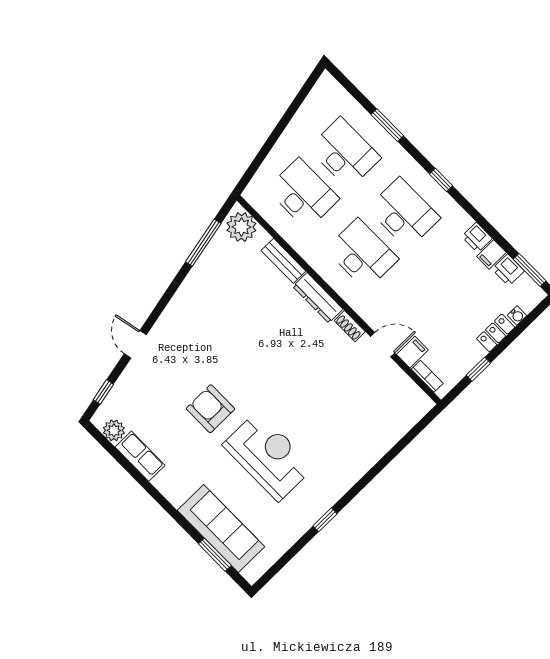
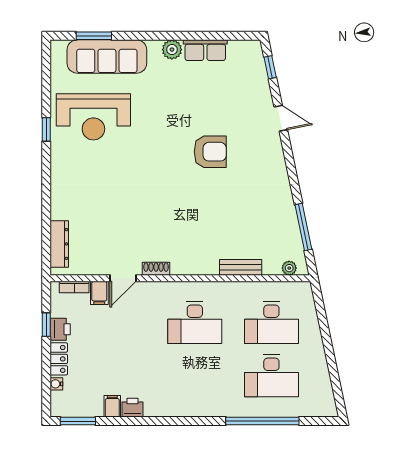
window: (387, 125) -> (262, 421), width x2.11
window: (441, 180) -> (193, 421), removed
desk: (404, 213) -> (195, 376), removed
plant: (241, 227) -> (289, 268), width x0.53, depth x0.53
printer: (508, 270) -> (60, 329), moved, turned 90
dresser: (318, 298) -> (59, 244), moved, turned 90
armchair: (210, 409) -> (210, 152), moved
plant: (114, 430) -> (172, 50), moved
reception desk: (268, 456) -> (93, 117), moved

